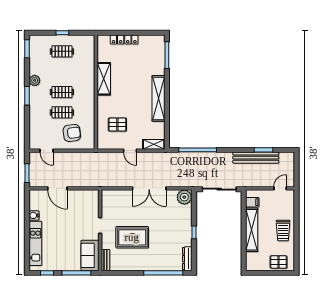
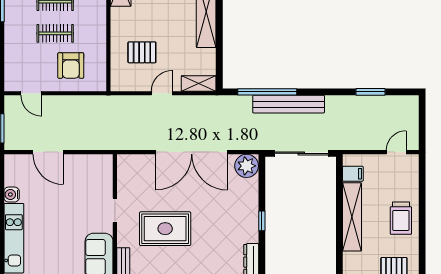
armchair: (72, 133) -> (71, 66), turned 97
door: (130, 151) -> (162, 93), swing flipped
bench: (256, 158) -> (289, 104), moved
double door: (149, 188) -> (192, 152), width x1.36

